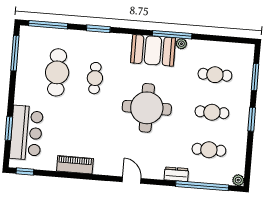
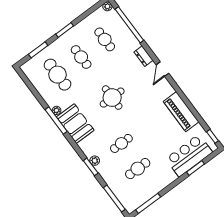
plant: (101, 38) -> (95, 161), added
cafe table: (57, 72) -> (138, 169), width x0.73, depth x0.74
cafe table: (215, 75) -> (57, 75), width x1.37, depth x1.35
round table: (147, 108) -> (112, 98), width x0.73, depth x0.73
piano: (75, 165) -> (181, 112), width x1.37, depth x1.33
dresser: (176, 174) -> (143, 56), moved

